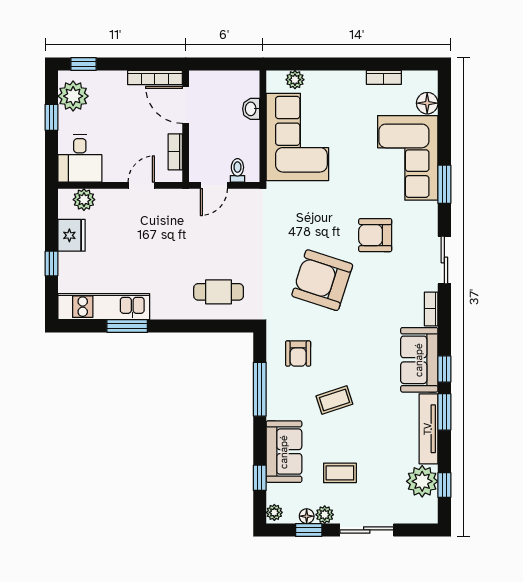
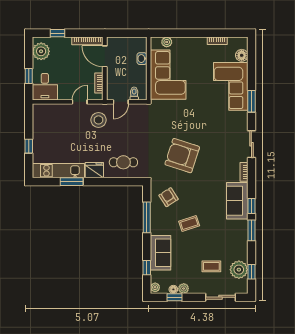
window: (83, 64) -> (58, 33), moved
window: (51, 117) -> (29, 76), moved
plant: (84, 200) -> (47, 110), removed
stool: (175, 217) -> (99, 120), added
fridge: (72, 235) -> (94, 170), moved, turned -90
armchair: (375, 235) -> (212, 130), removed
armchair: (298, 354) -> (169, 197), turned 147
tv unit: (428, 429) -> (242, 240), removed
coffee table: (340, 473) -> (211, 266), moved
sliding door: (367, 530) -> (220, 297), moved

